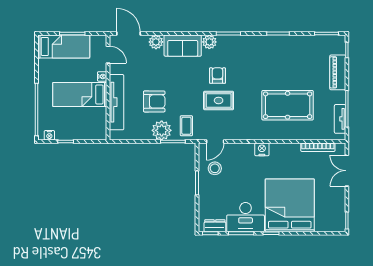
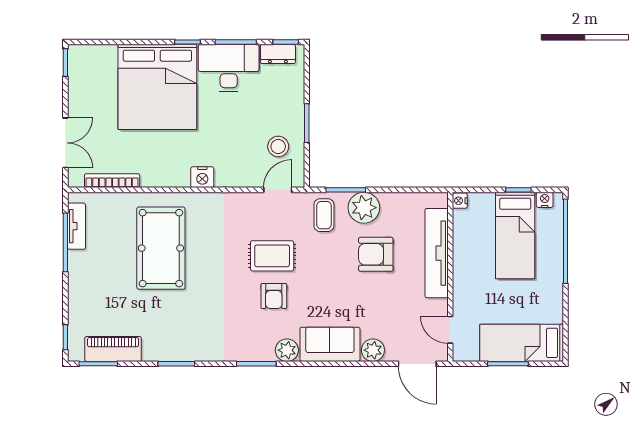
piano: (338, 72) -> (113, 349), moved, turned -90
nightstand: (102, 76) -> (460, 201), moved
bed: (80, 94) -> (515, 235), moved, turned 90
pool table: (288, 105) -> (161, 248), turned 90

